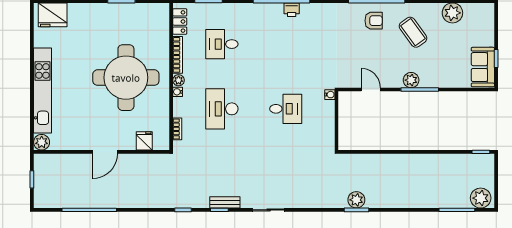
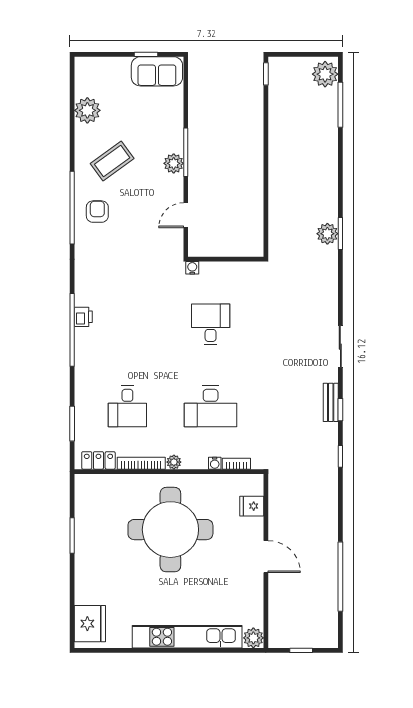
water cooler: (178, 92) -> (215, 463), moved

